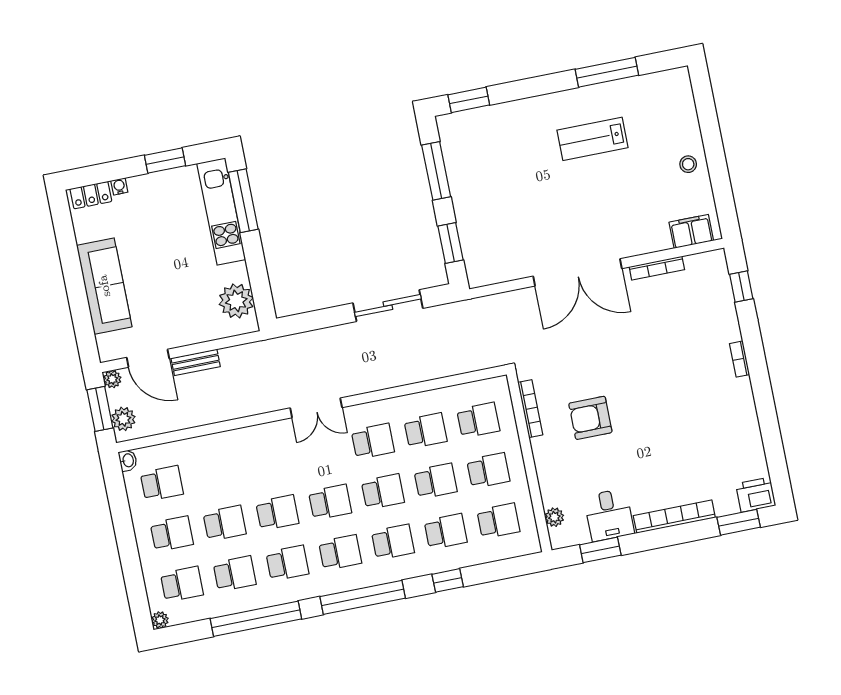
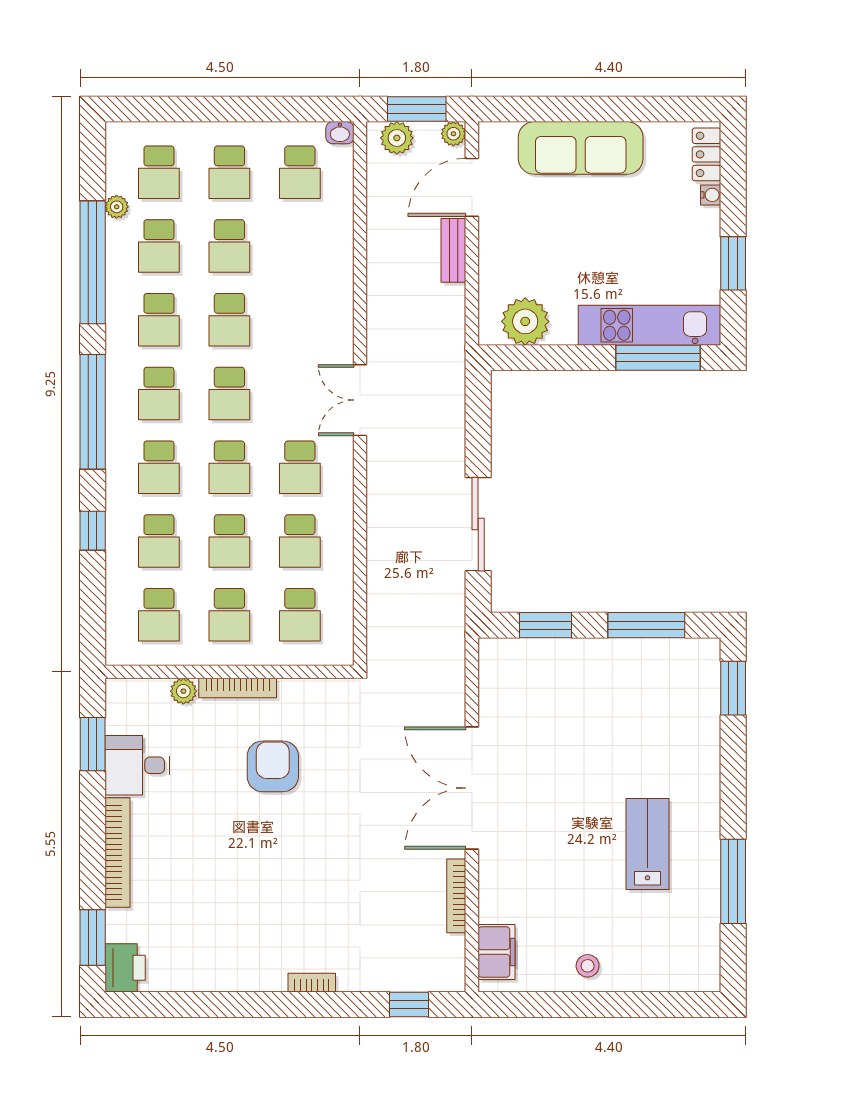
bookcase: (530, 409) -> (238, 688), moved
plant: (554, 517) -> (183, 691), moved
plant: (160, 620) -> (117, 207), moved

